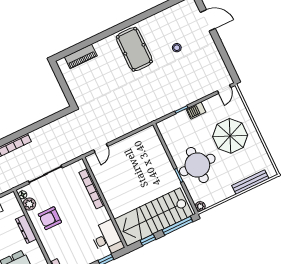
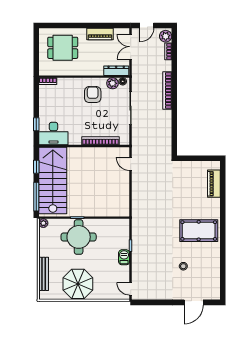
parasol: (230, 136) -> (78, 284), moved
dresser: (26, 229) -> (116, 71), moved

